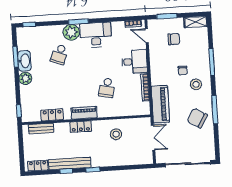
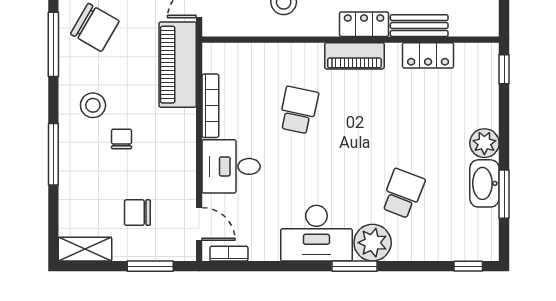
bench: (41, 129) -> (419, 26), moved

